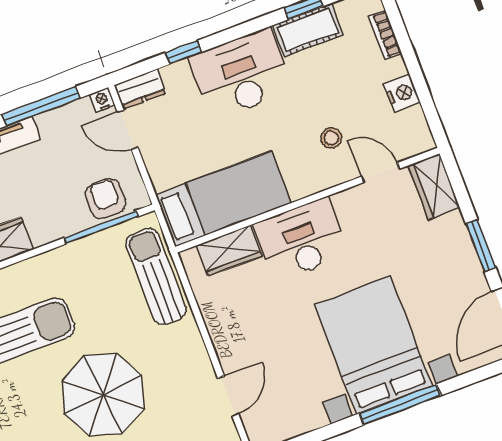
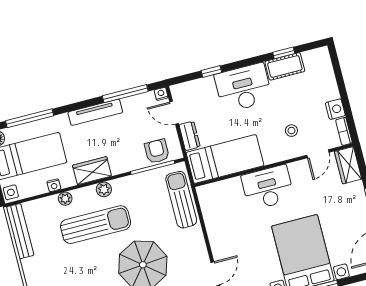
bookcase: (385, 35) -> (344, 131), moved
dresser: (140, 89) -> (190, 136), moved, turned -90
door: (380, 173) -> (318, 154), swing flipped
wardrobe: (229, 251) -> (225, 189), removed
plant: (22, 274) -> (104, 189), added

